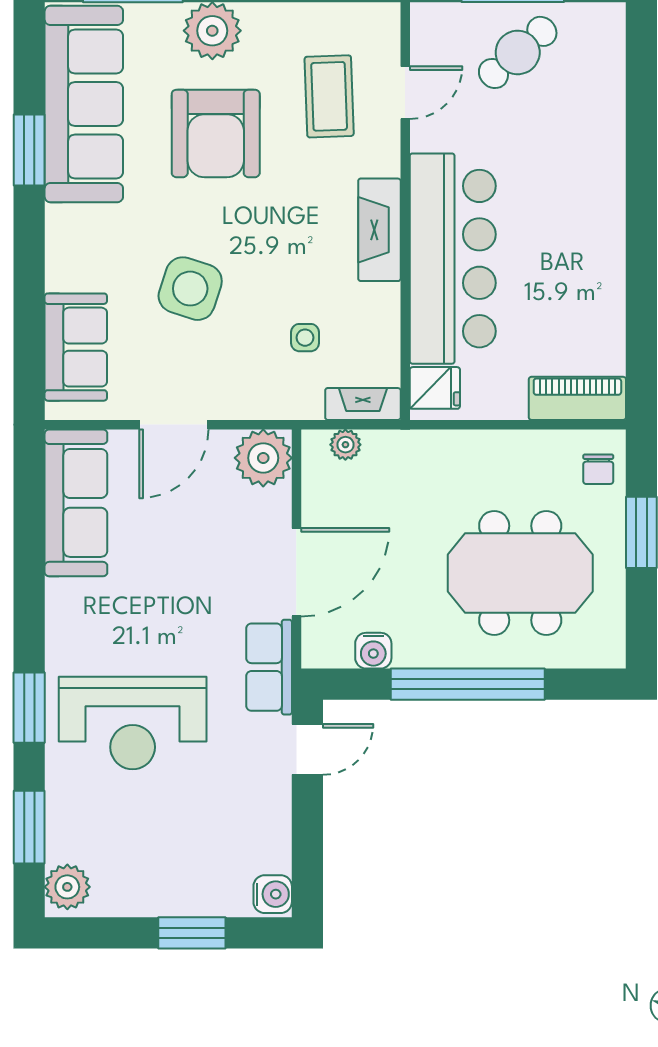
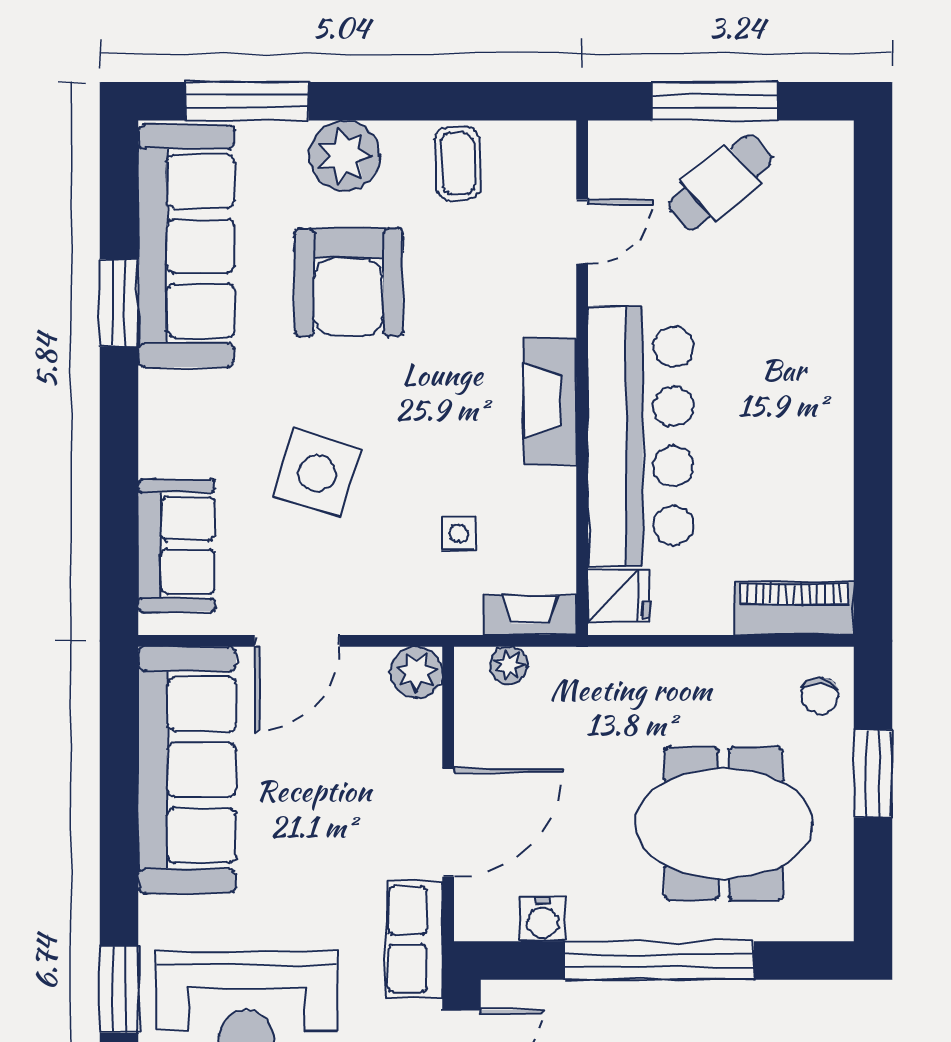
coffee table: (329, 96) -> (458, 163), moved, width x0.73, depth x0.77
plant: (263, 458) -> (417, 672), width x0.73, depth x0.73
sofa: (76, 503) -> (187, 770), width x1.36, depth x1.27

